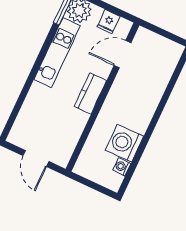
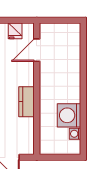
kitchen counter: (90, 94) -> (27, 102), moved

